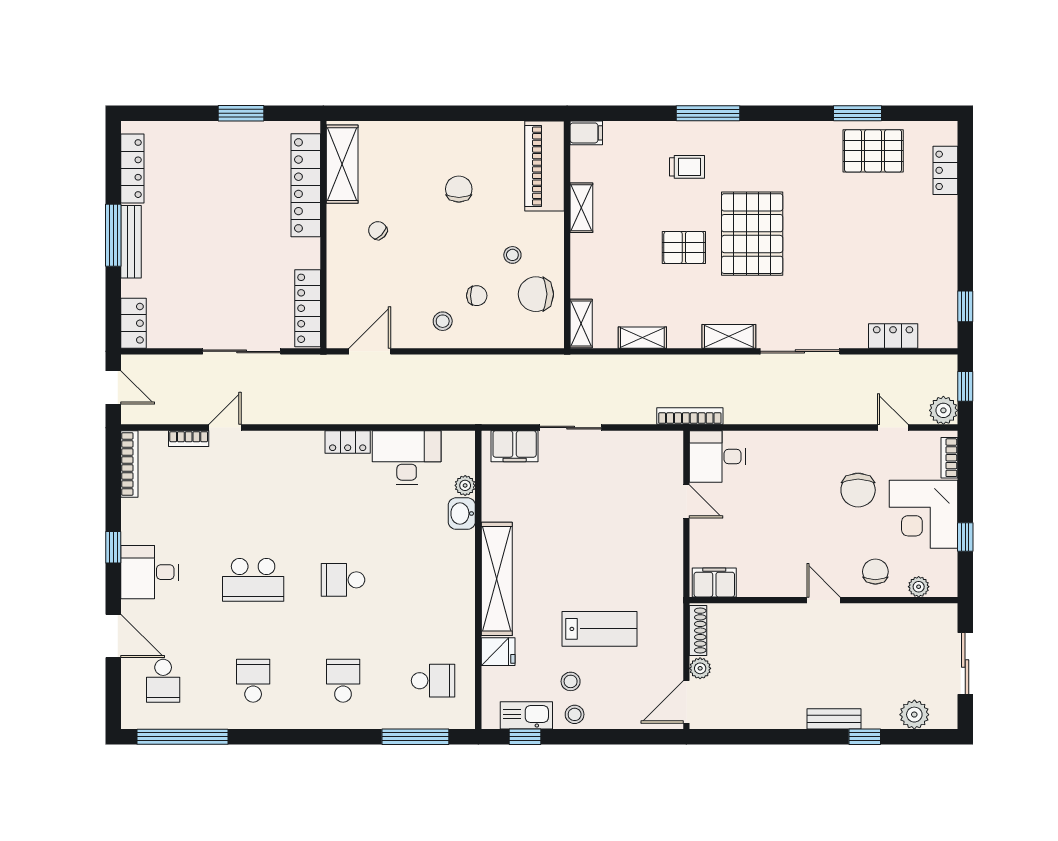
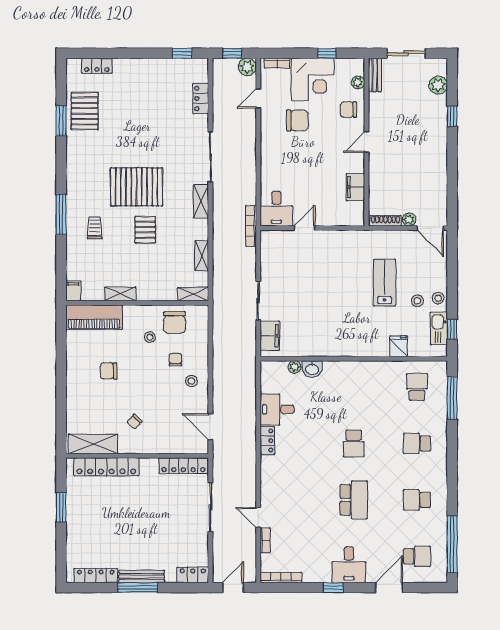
desk: (407, 458) -> (277, 409), width x0.73
shelving: (497, 579) -> (353, 347), removed
filing cabinet: (714, 583) -> (355, 187), moved
bench: (834, 719) -> (375, 75), moved

